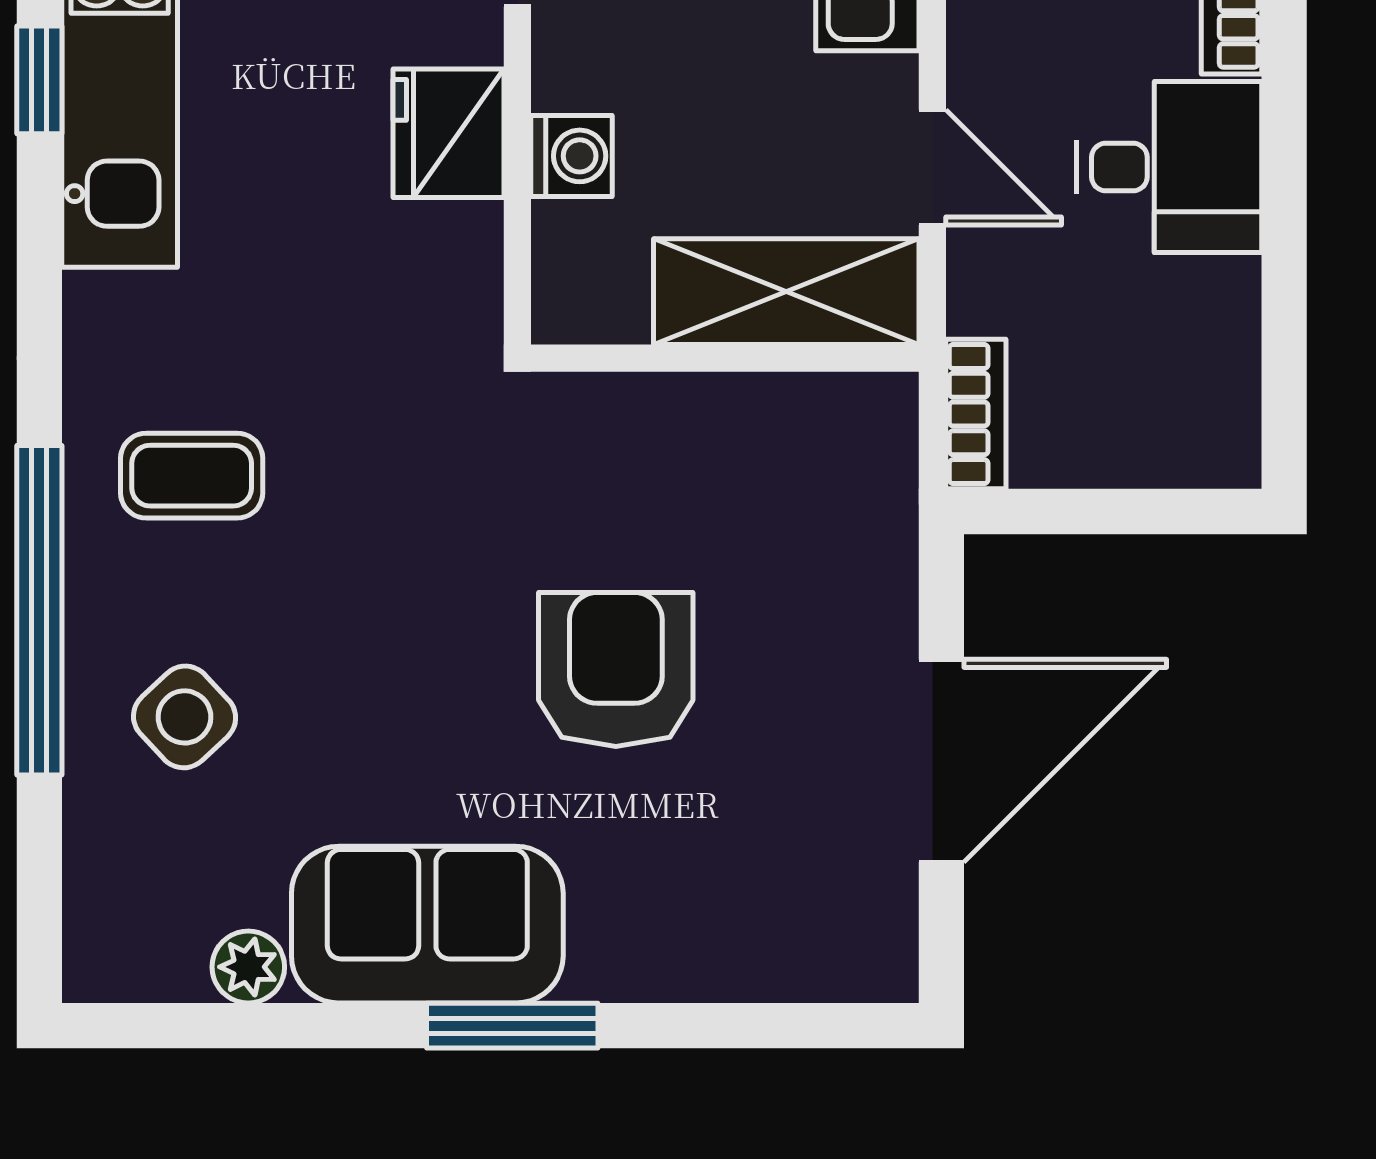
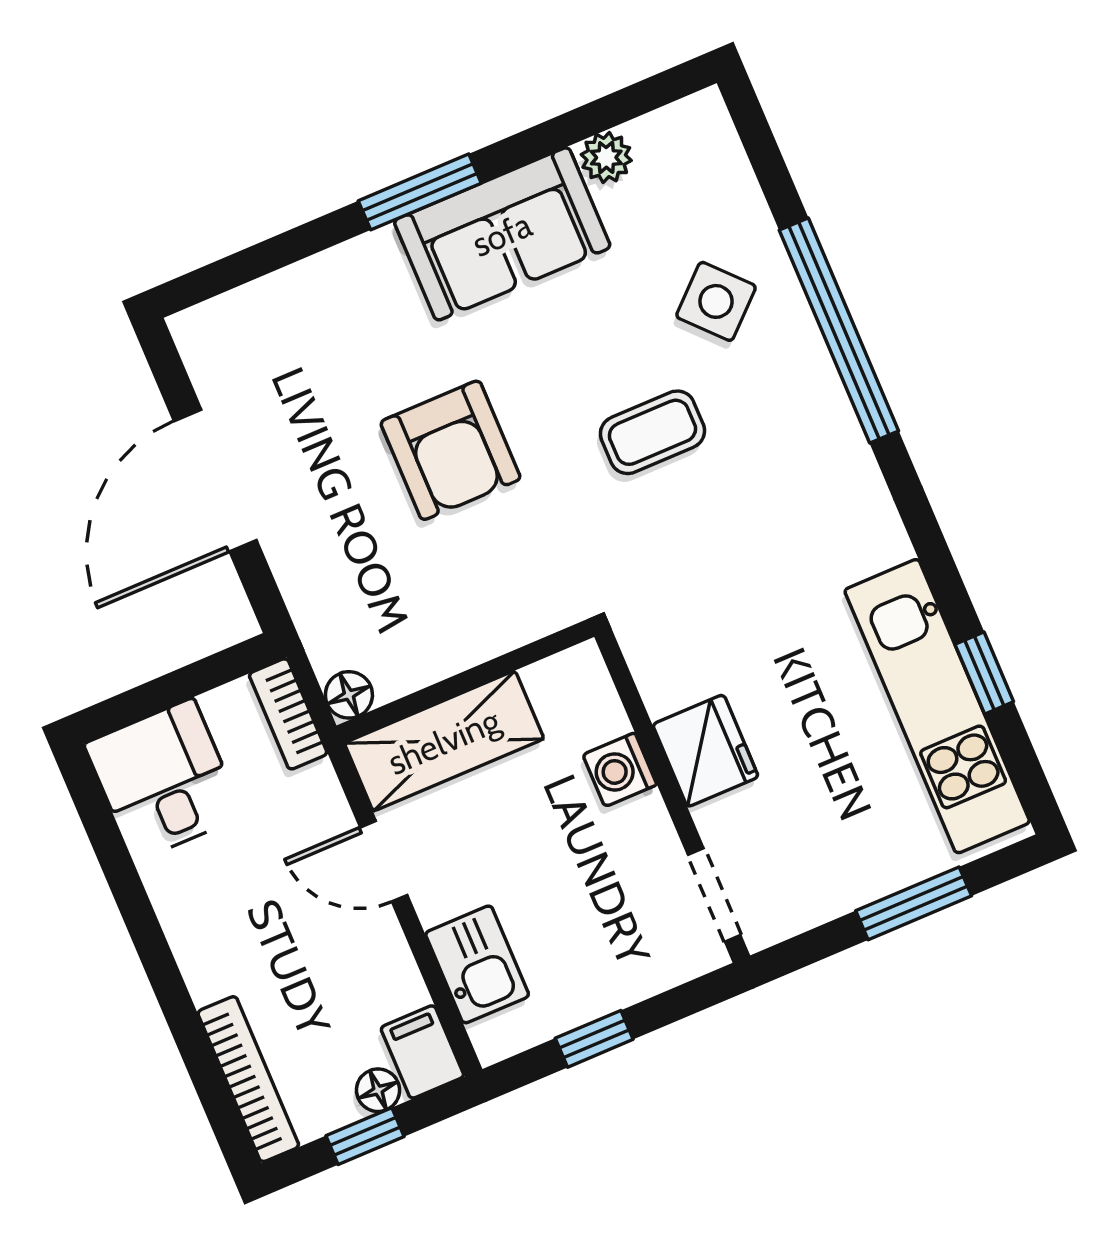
desk: (1169, 167) -> (164, 780), moved, turned 90
floor lamp: (885, 405) -> (349, 695), added
coffee table: (192, 476) -> (652, 432), moved

